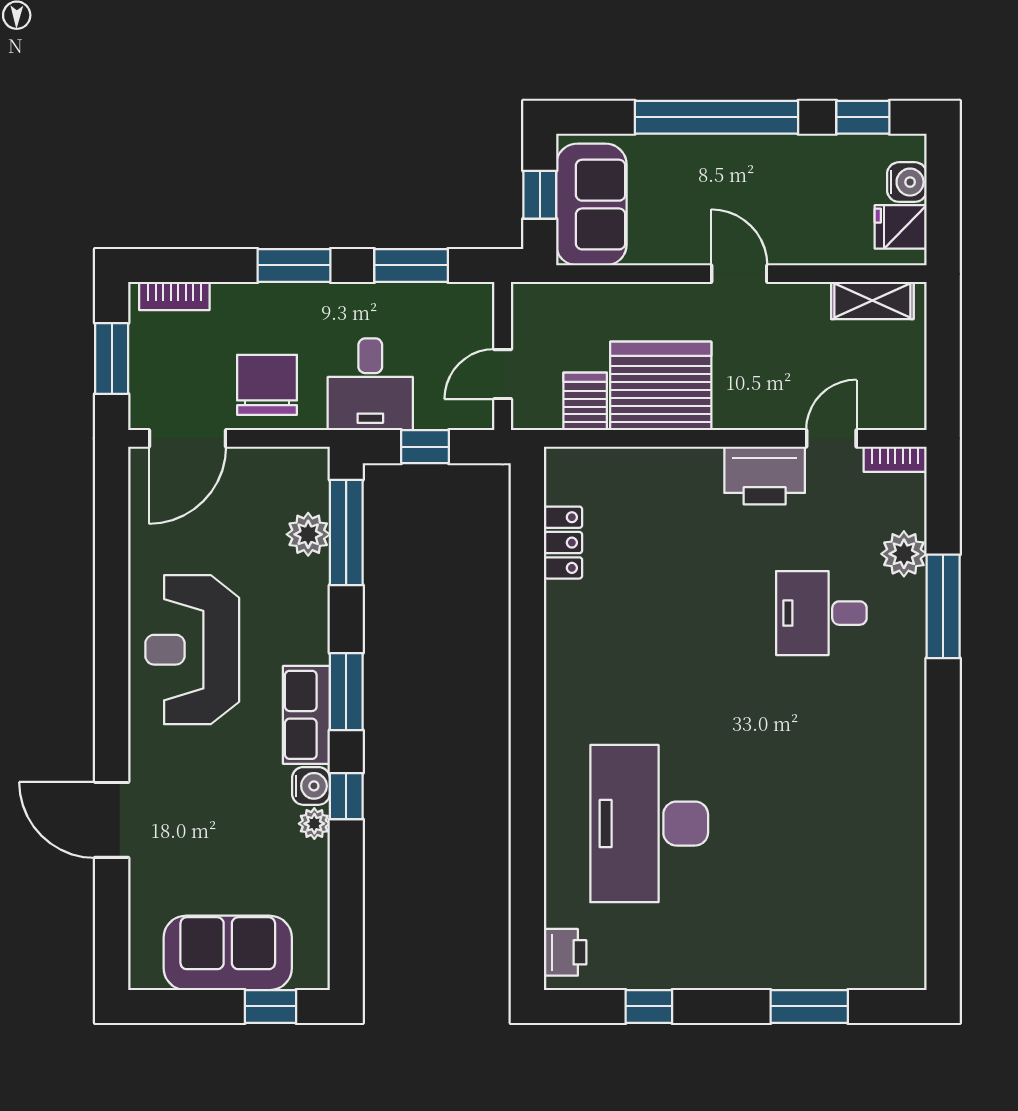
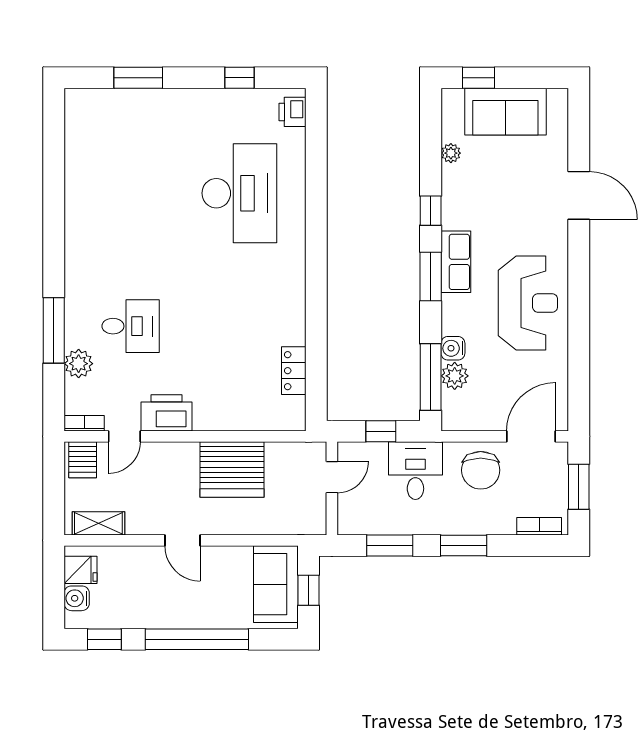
server rack: (585, 401) -> (83, 460), moved
water cooler: (311, 786) -> (453, 348), moved
plant: (314, 824) -> (451, 153), moved

